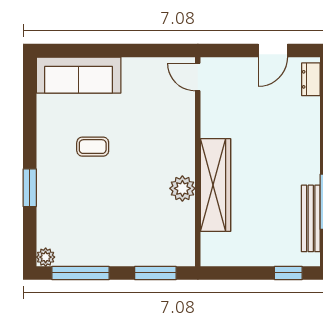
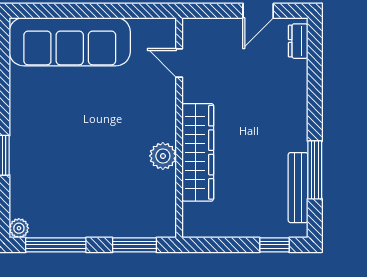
sofa: (79, 75) -> (70, 42), width x1.36, depth x1.27
door: (198, 77) -> (179, 63), moved
coffee table: (93, 147) -> (69, 112), removed

